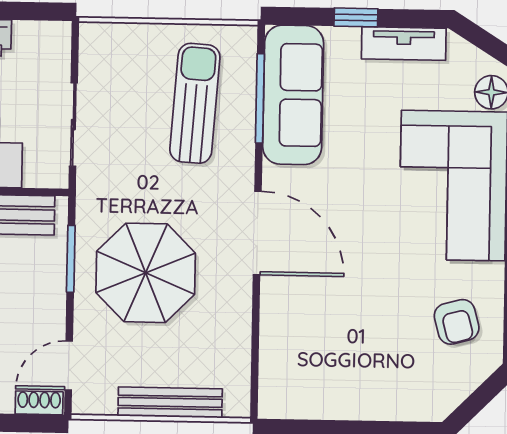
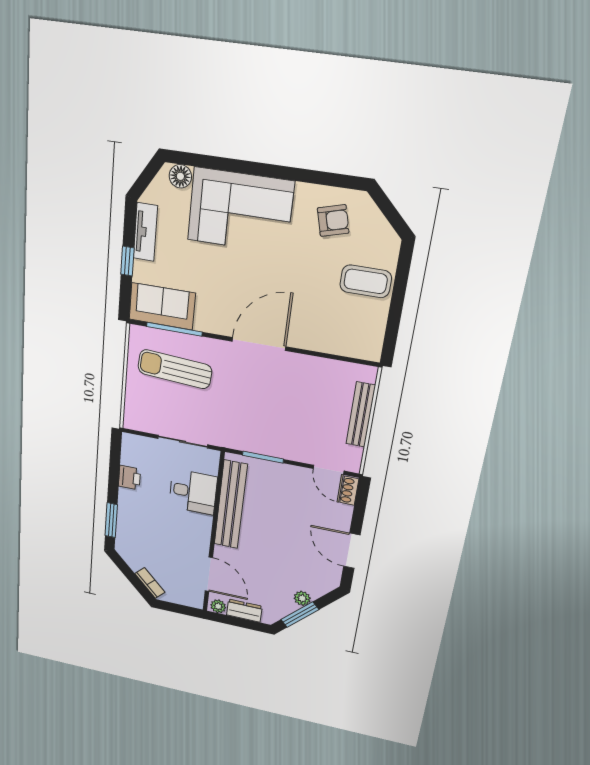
sofa: (293, 95) -> (162, 306), width x0.73
parasol: (146, 273) -> (276, 415), removed
coffee table: (376, 380) -> (366, 281), added

